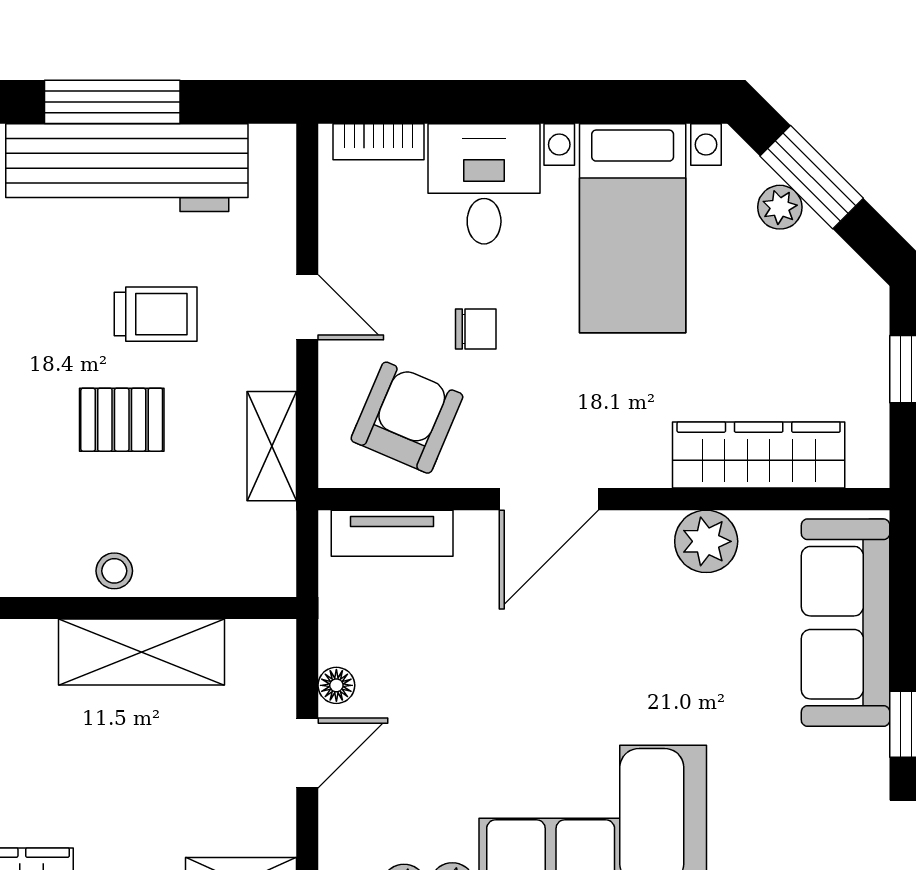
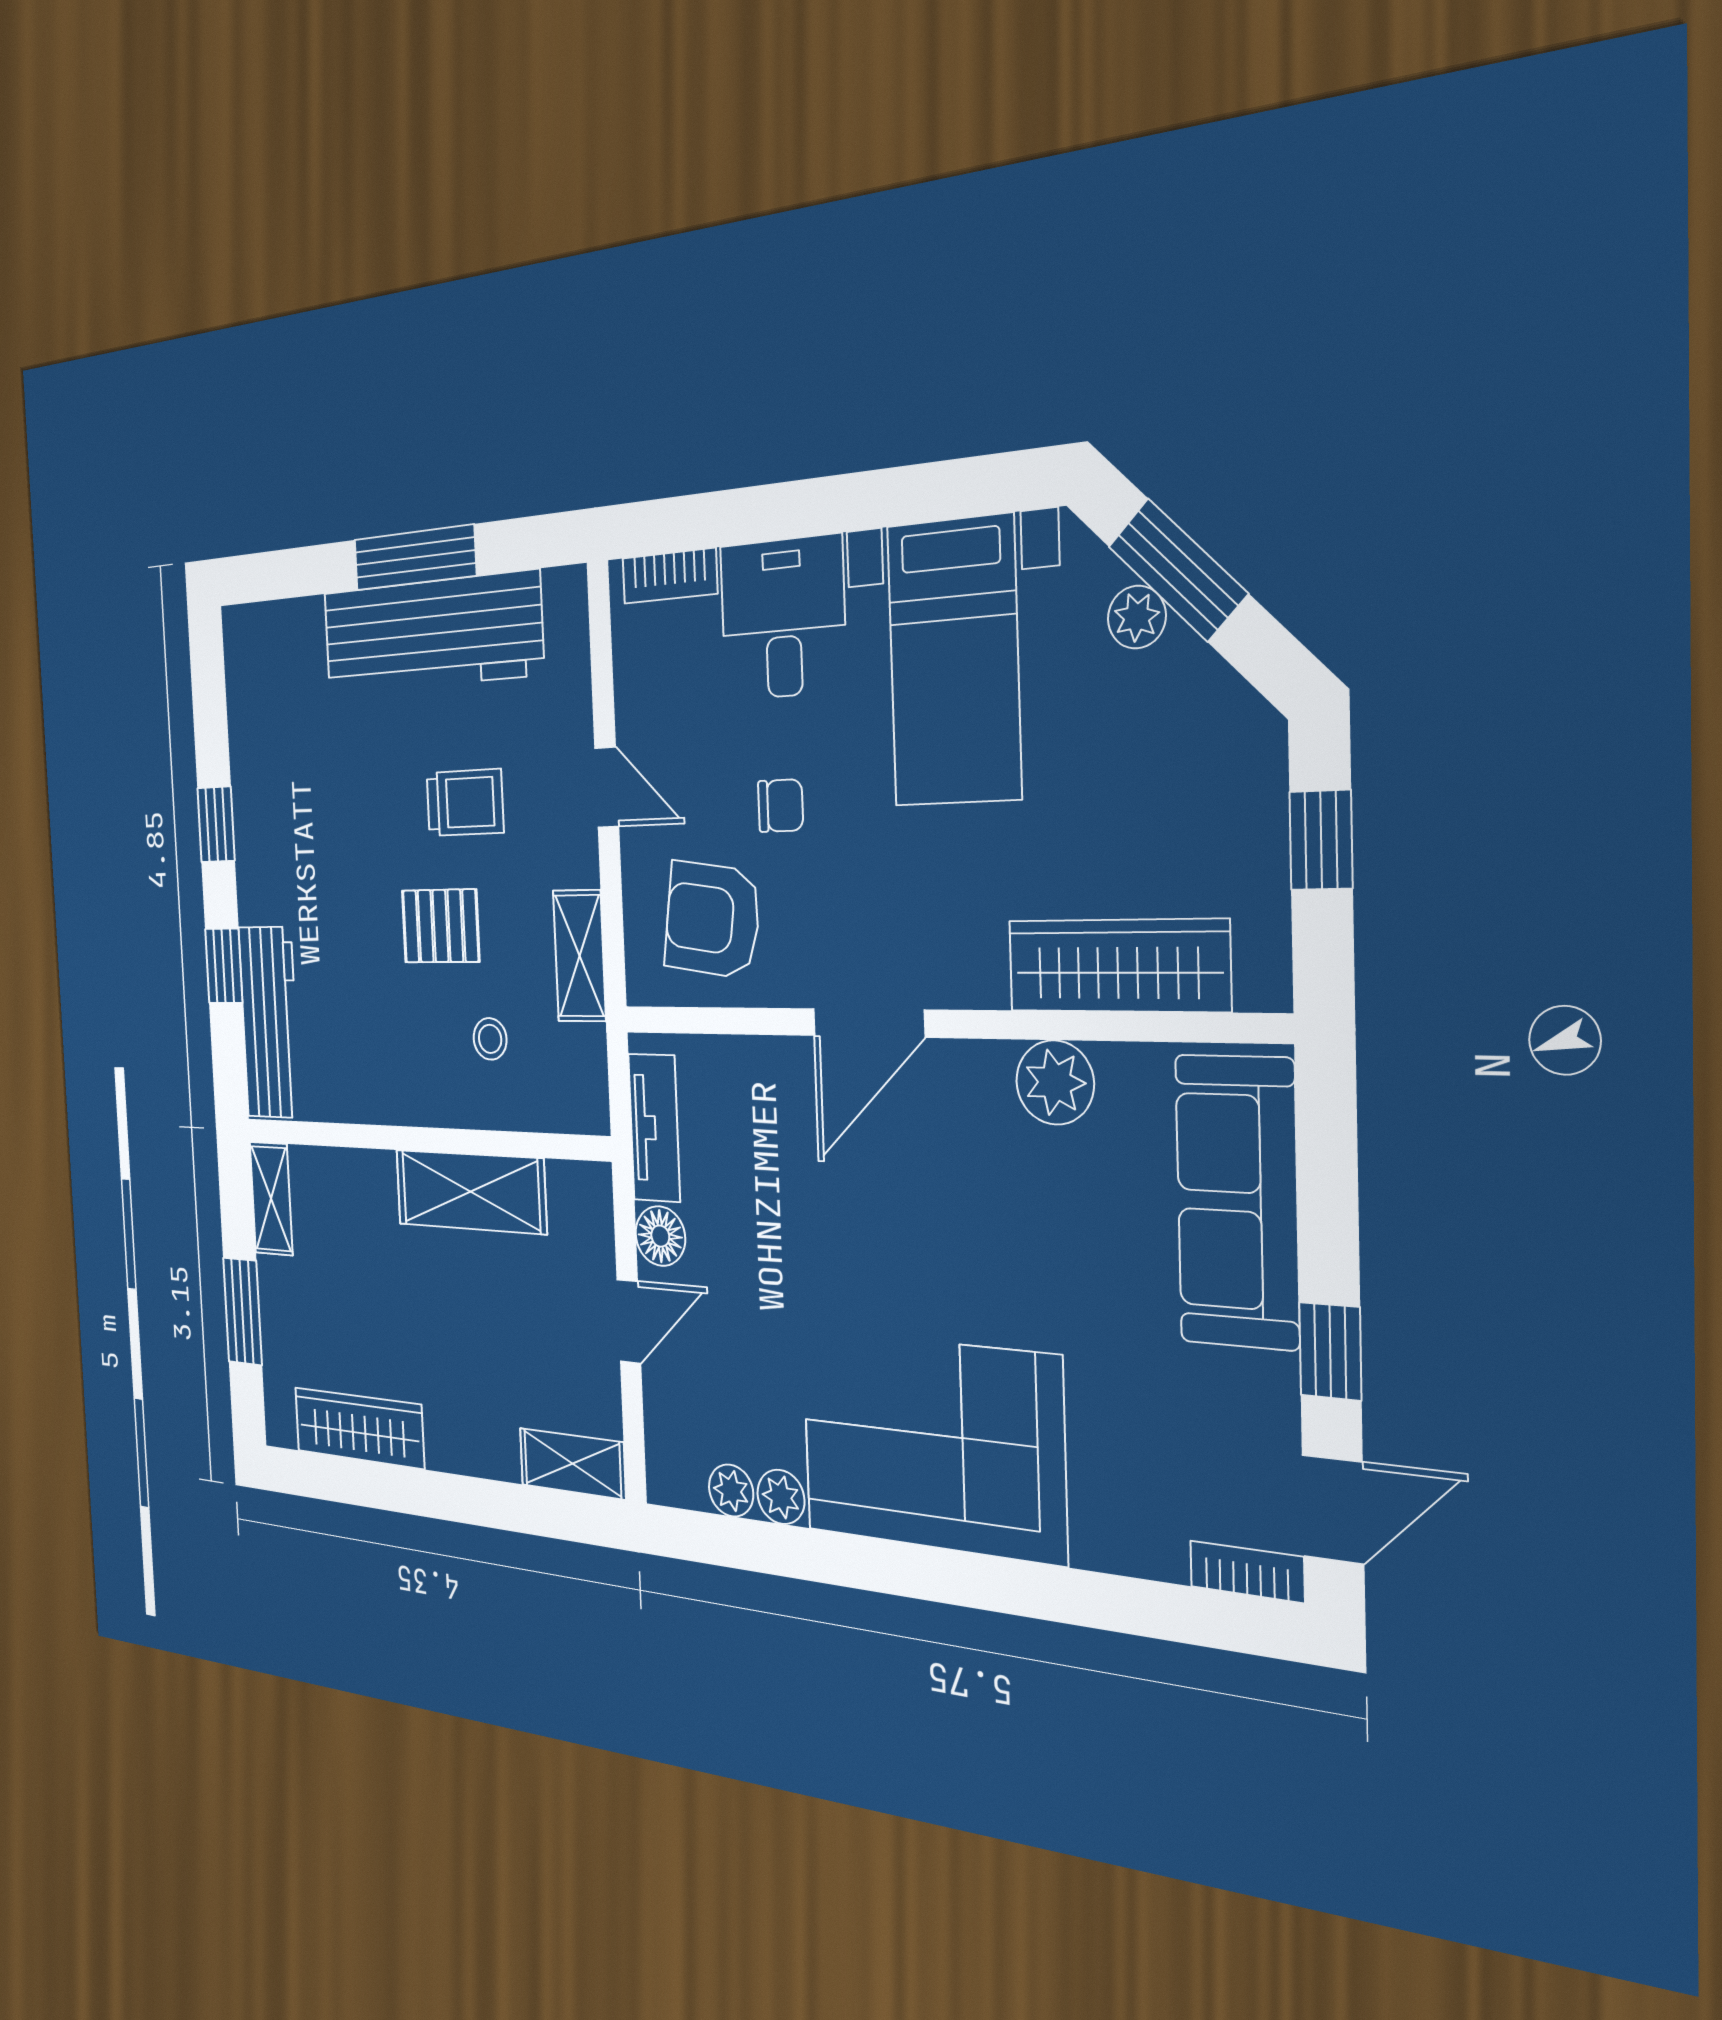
armchair: (407, 418) -> (712, 920), turned -105
tv unit: (392, 533) -> (654, 1128), moved, turned -90
stool: (114, 571) -> (490, 1039), moved
floor lamp: (336, 685) -> (660, 1236), width x1.37, depth x1.37

